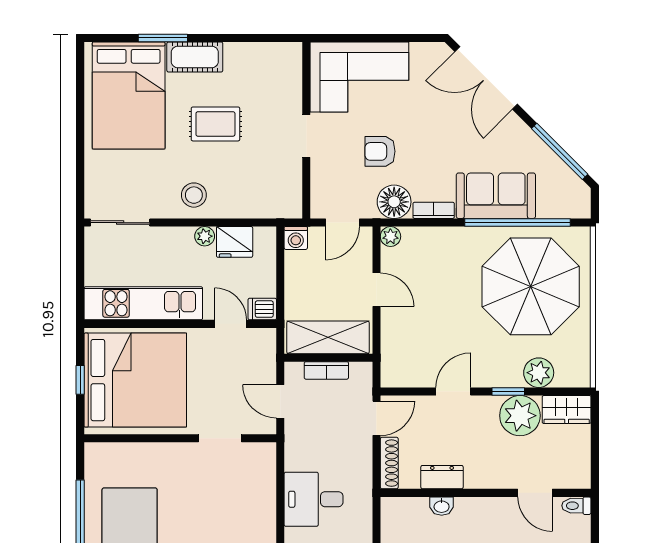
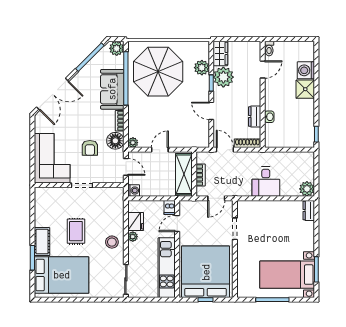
plant: (577, 204) -> (117, 48), added

